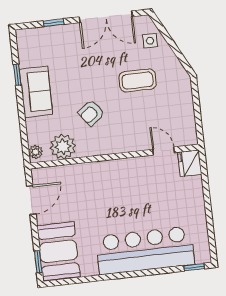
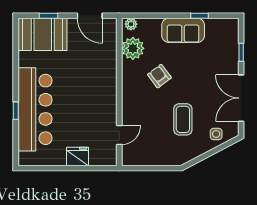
fridge: (190, 163) -> (77, 156), moved
window: (38, 262) -> (49, 16), moved
window: (194, 267) -> (16, 111), moved

